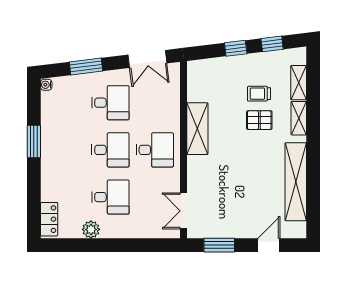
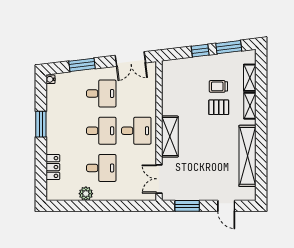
window: (272, 44) -> (229, 47), width x1.50
shelving: (197, 129) -> (170, 137), moved
locker: (49, 219) -> (53, 167), moved
door: (269, 245) -> (226, 206), swing flipped

